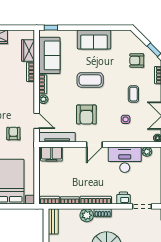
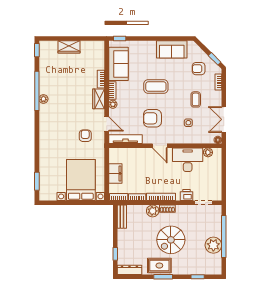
sofa: (94, 40) -> (172, 49), moved
wardrobe: (28, 50) -> (99, 99), moved
armchair: (86, 115) -> (152, 118), turned 90
door: (94, 144) -> (160, 146), hinge flipped
filing cabinet: (51, 154) -> (115, 173), moved, turned -90

